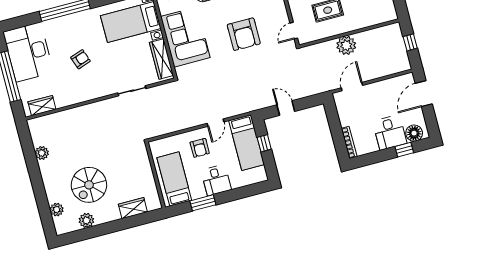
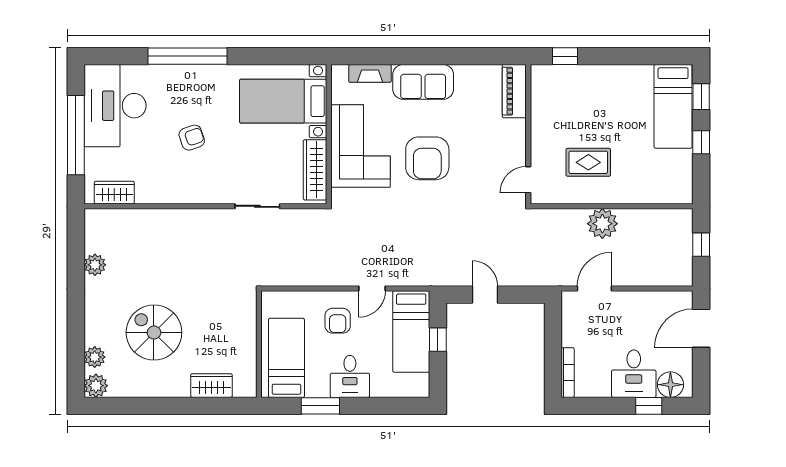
armchair: (244, 34) -> (427, 158), moved
spiral stairs: (89, 185) -> (154, 333), turned 90
plant: (86, 220) -> (96, 386), moved

